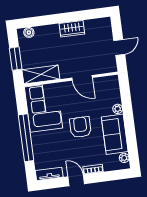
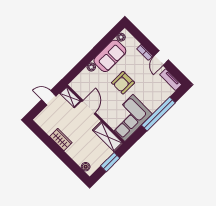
shelving: (105, 68) -> (70, 97), added

